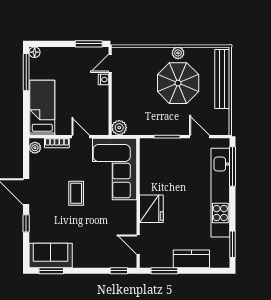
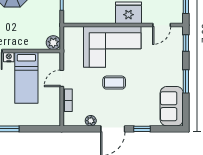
bed: (42, 108) -> (26, 78), moved, turned -90
plant: (35, 148) -> (91, 121), moved
corner sofa: (115, 169) -> (112, 47), moved
window: (51, 271) -> (186, 81), moved

